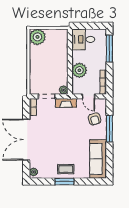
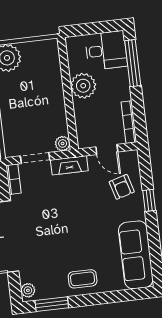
desk: (83, 39) -> (106, 50), moved, turned 180
plant: (79, 70) -> (83, 86), moved
window: (109, 129) -> (149, 200), width x0.46
window: (64, 182) -> (52, 304), moved

